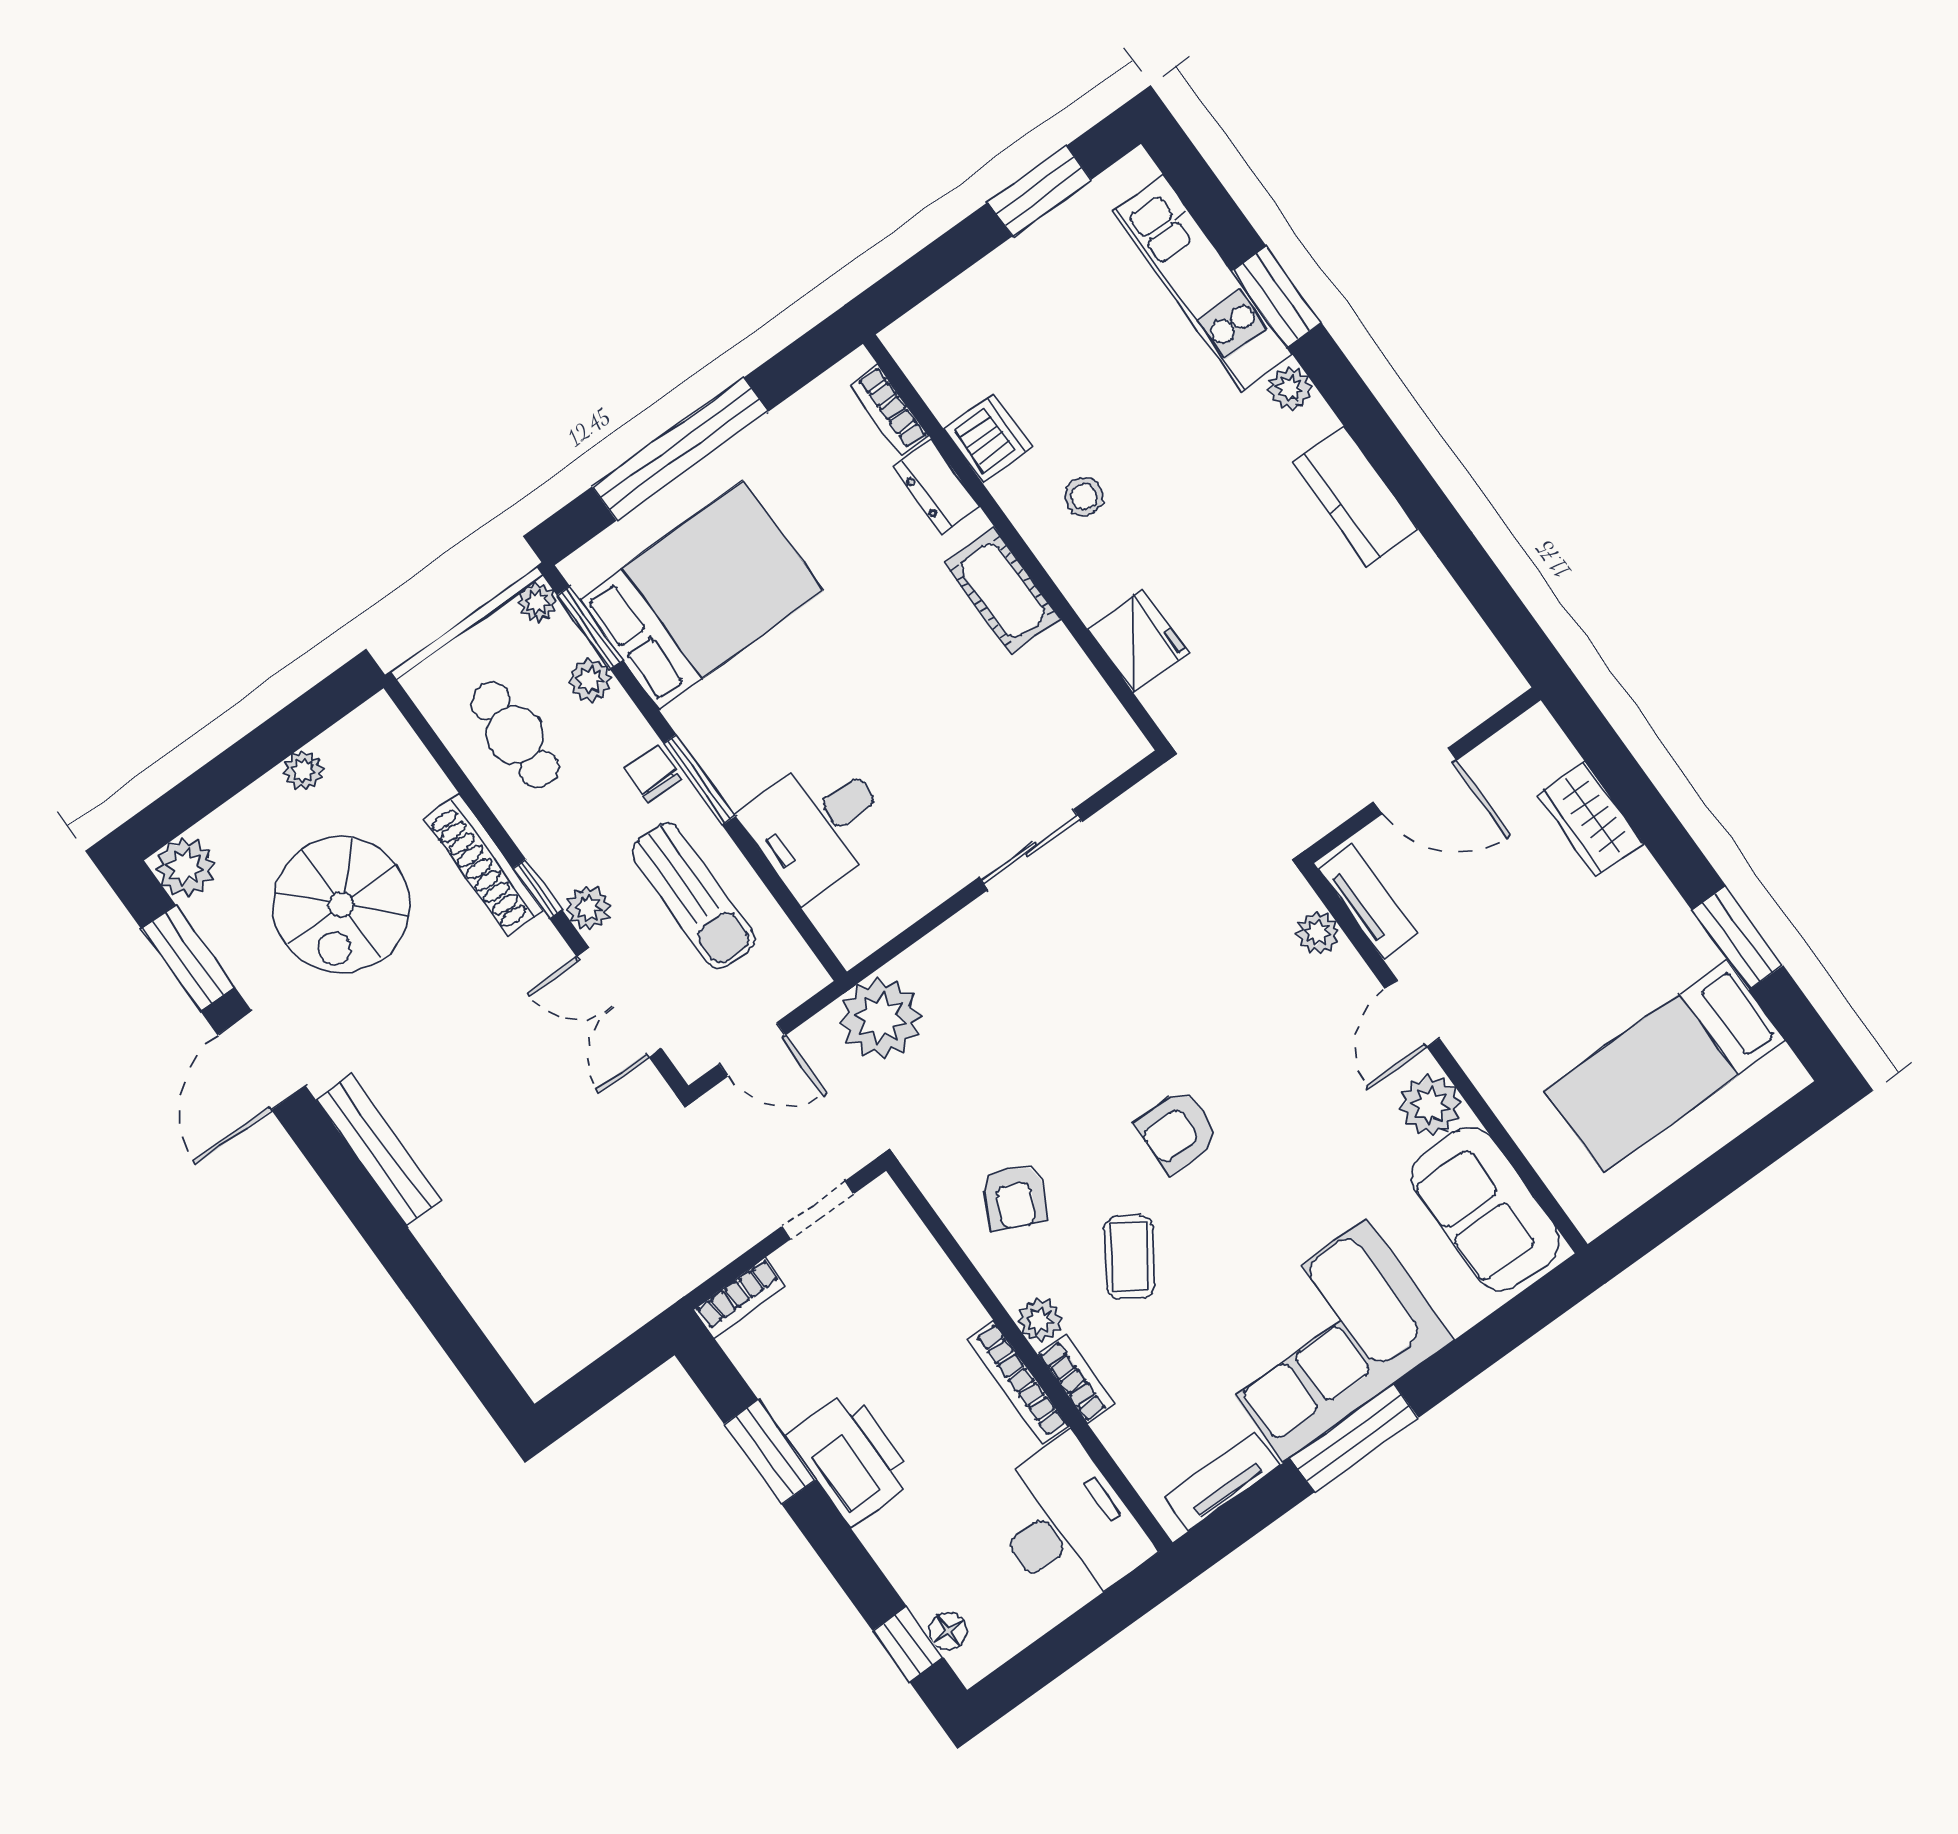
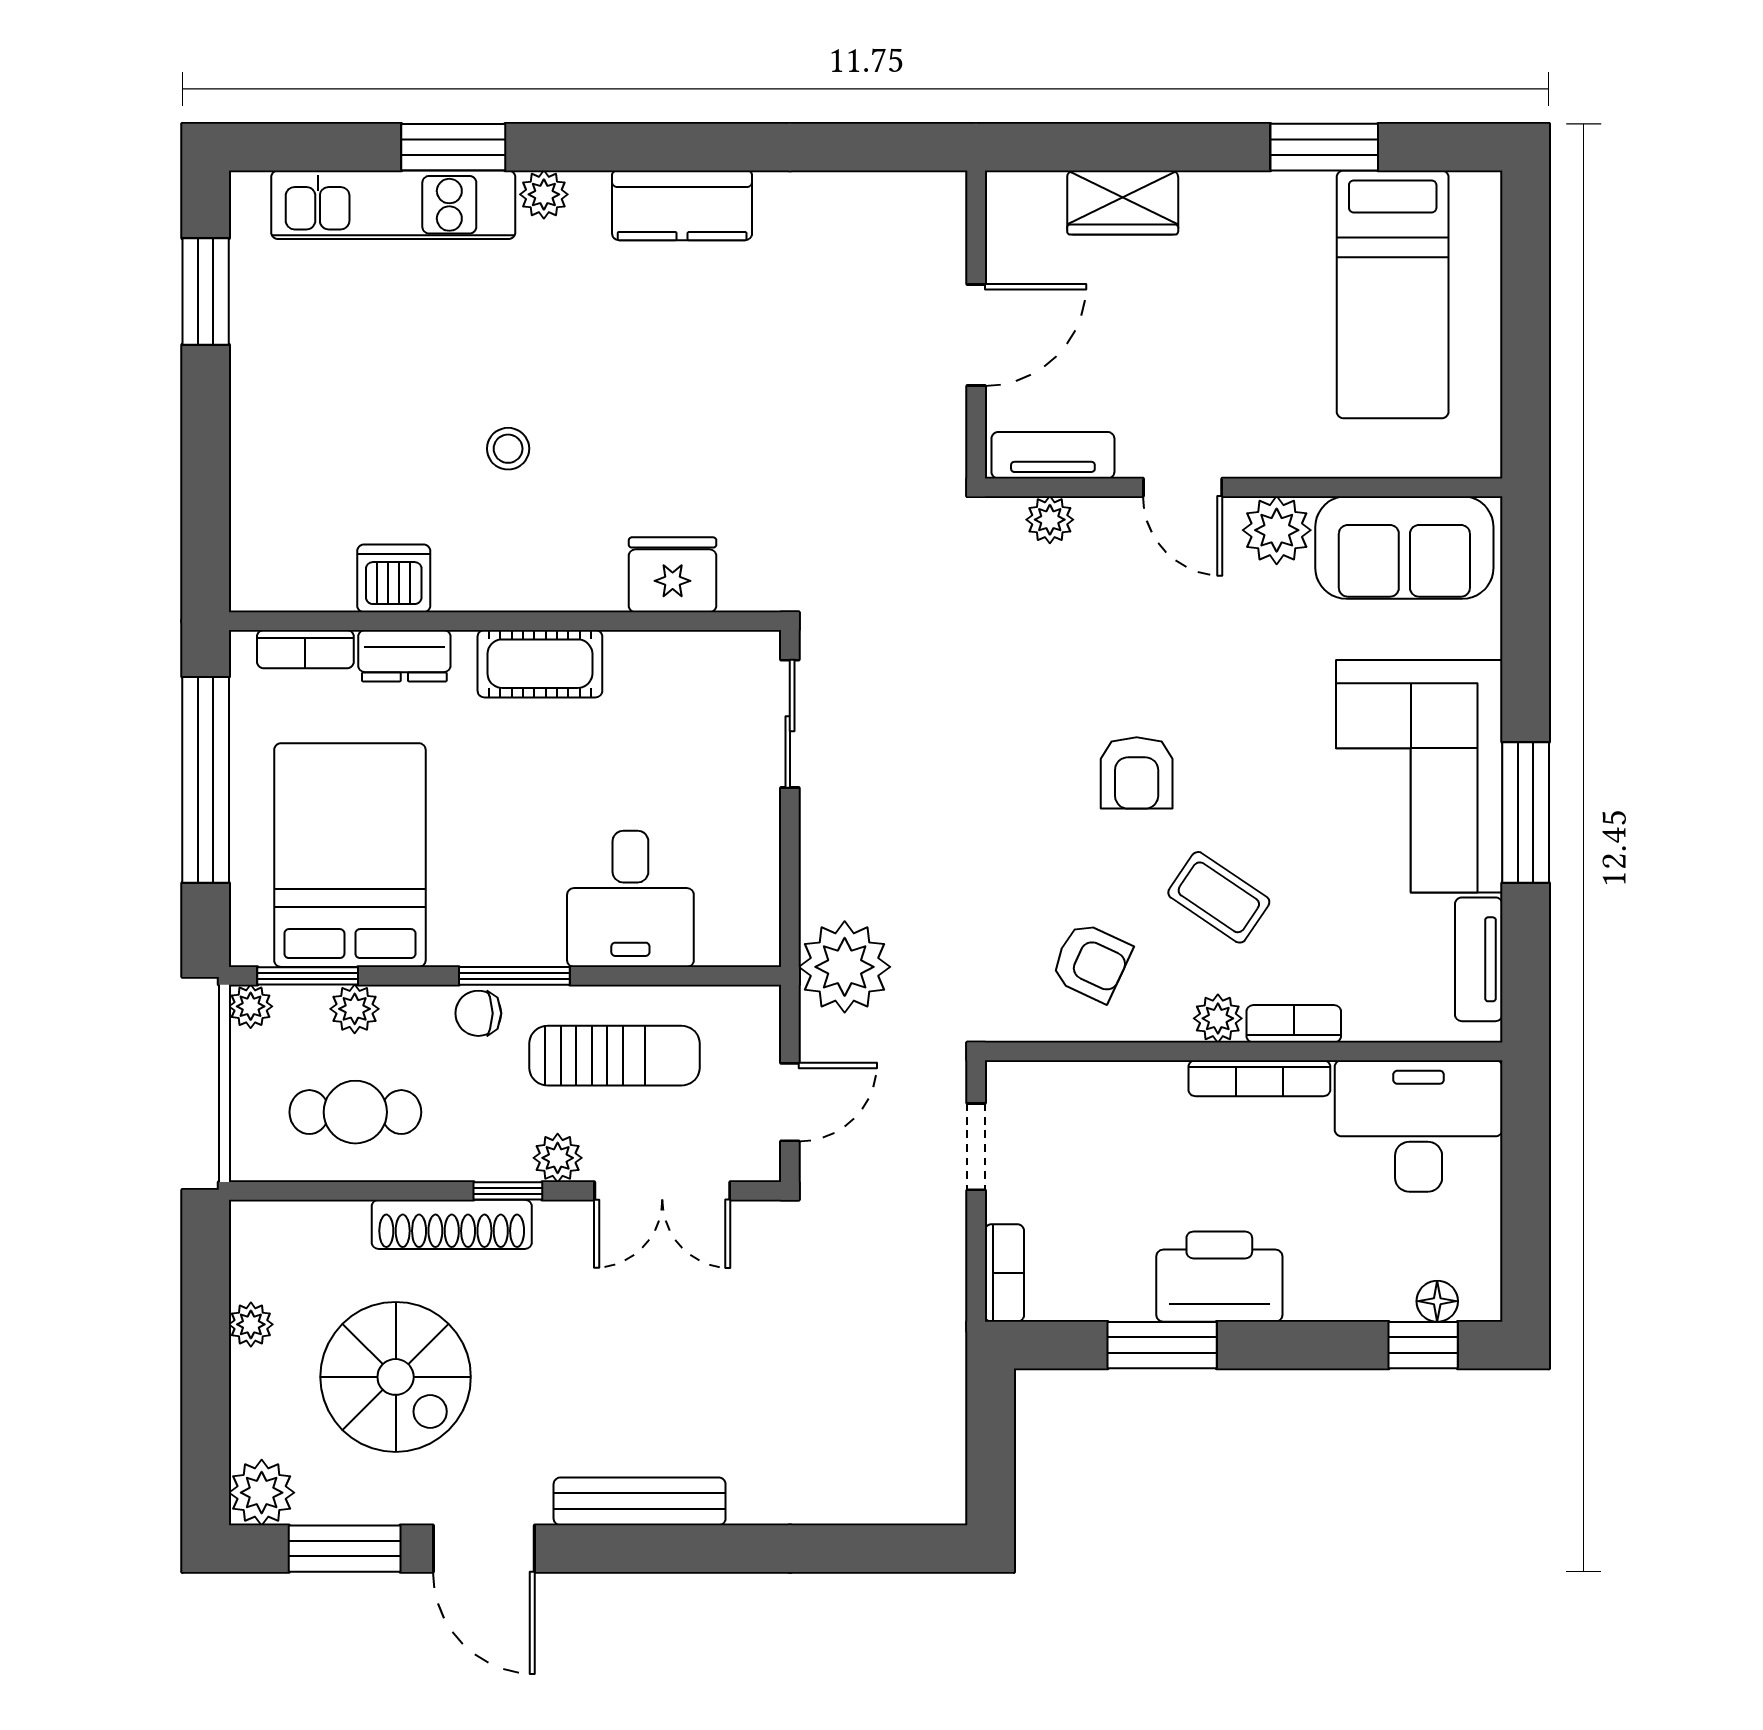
bookcase: (889, 410) -> (305, 649), moved
dishwasher: (988, 438) -> (394, 578), moved
dresser: (937, 487) -> (404, 656), moved
wall: (1015, 542) -> (505, 621), moved
cot: (1002, 591) -> (540, 664), moved
fridge: (1138, 641) -> (673, 575), moved

